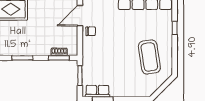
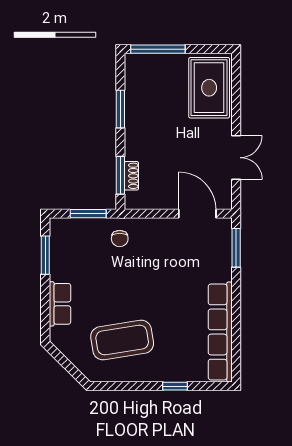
chair: (91, 31) -> (120, 239), moved
row of seats: (97, 91) -> (60, 304), moved

